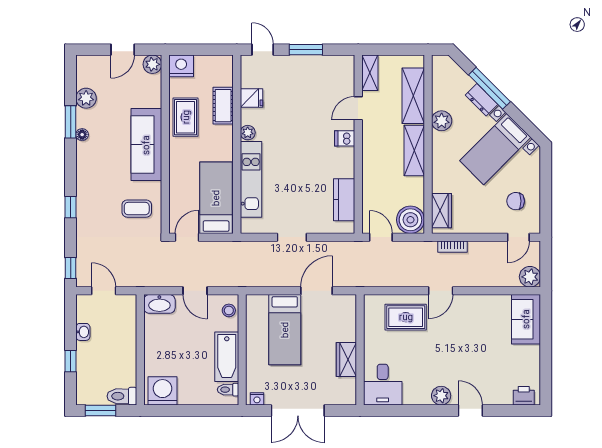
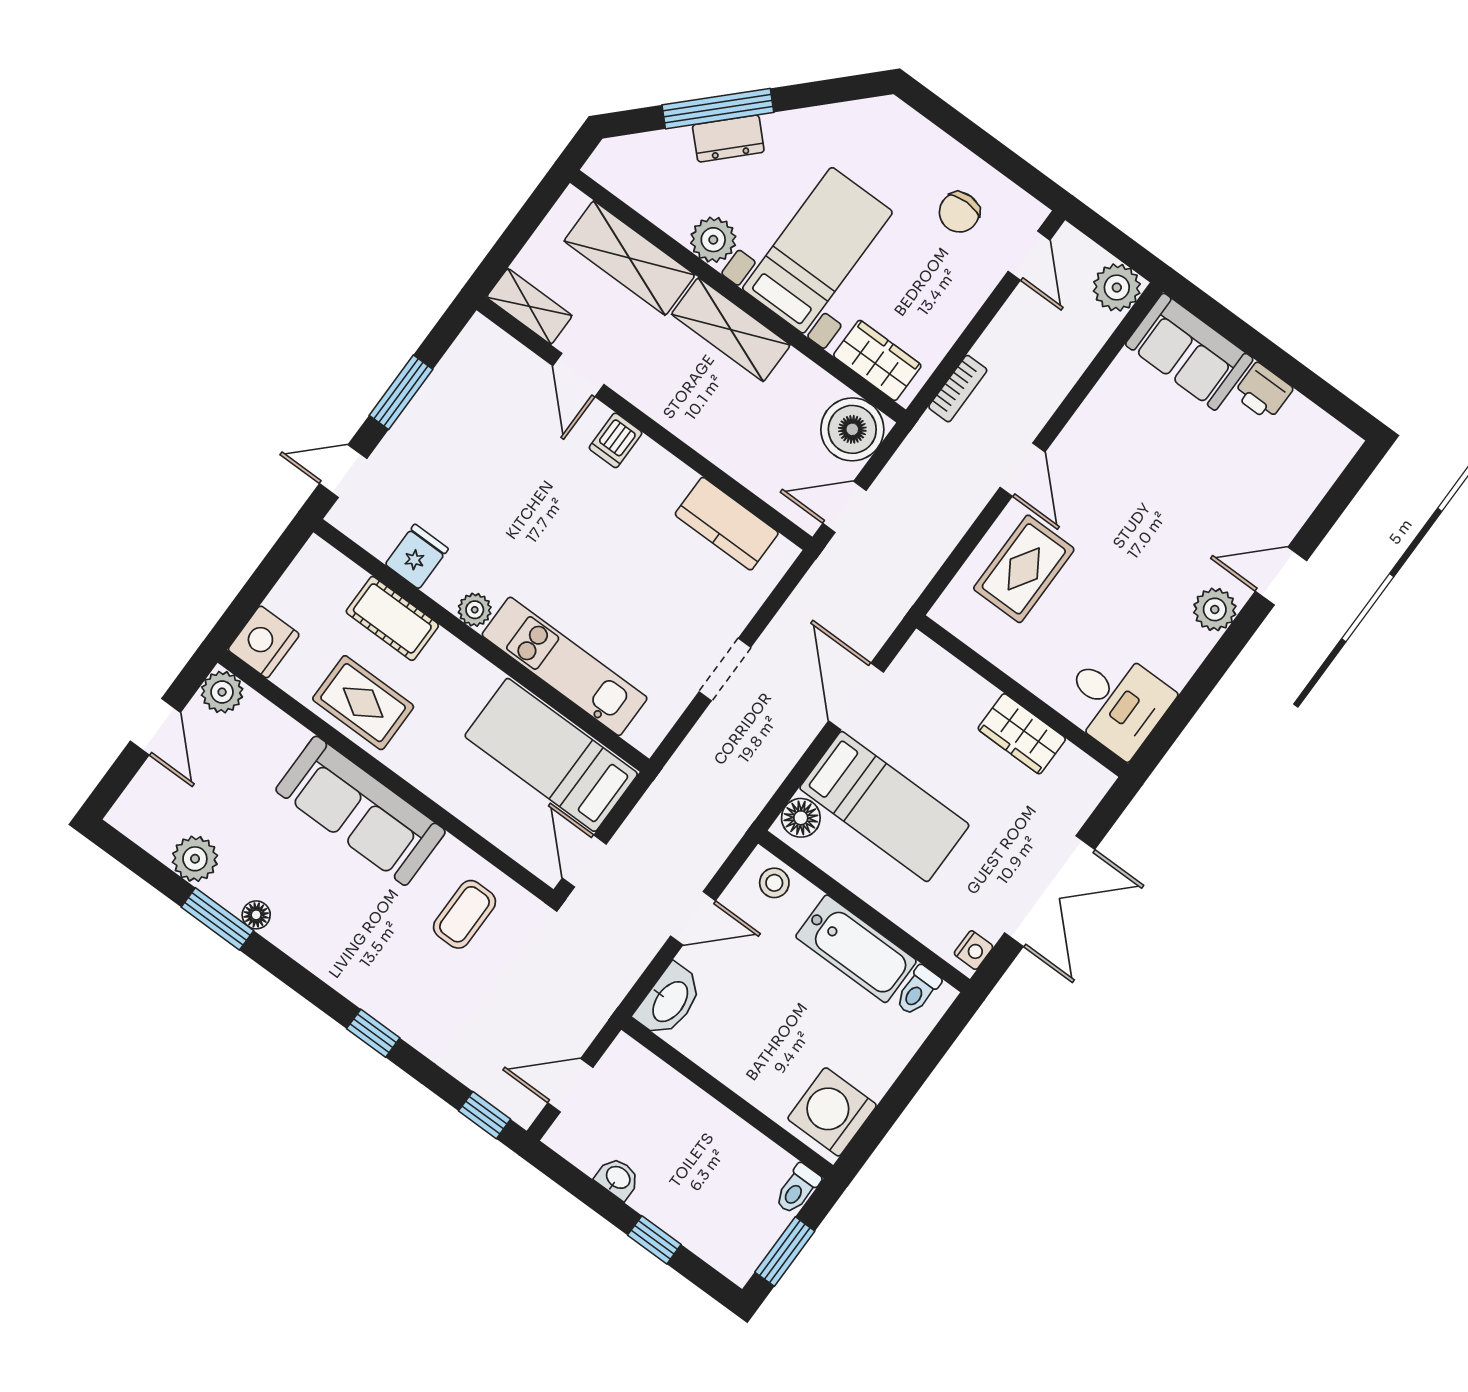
bed with nightstands: (495, 149) -> (817, 250), moved, turned -135
floor lamp: (259, 303) -> (801, 818), added
toilet: (122, 396) -> (797, 1189), width x0.73, depth x0.72
printer: (524, 396) -> (1263, 392), moved, turned -90

